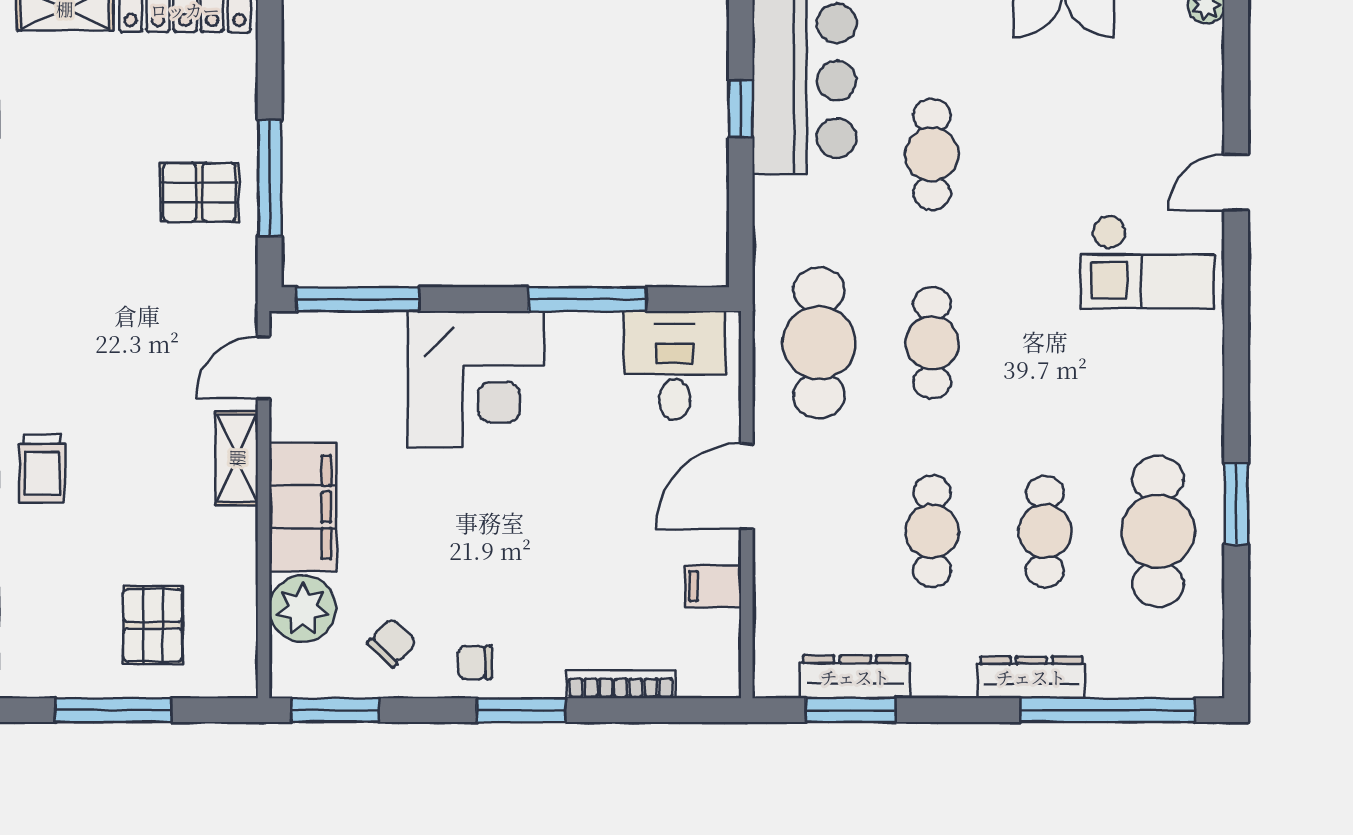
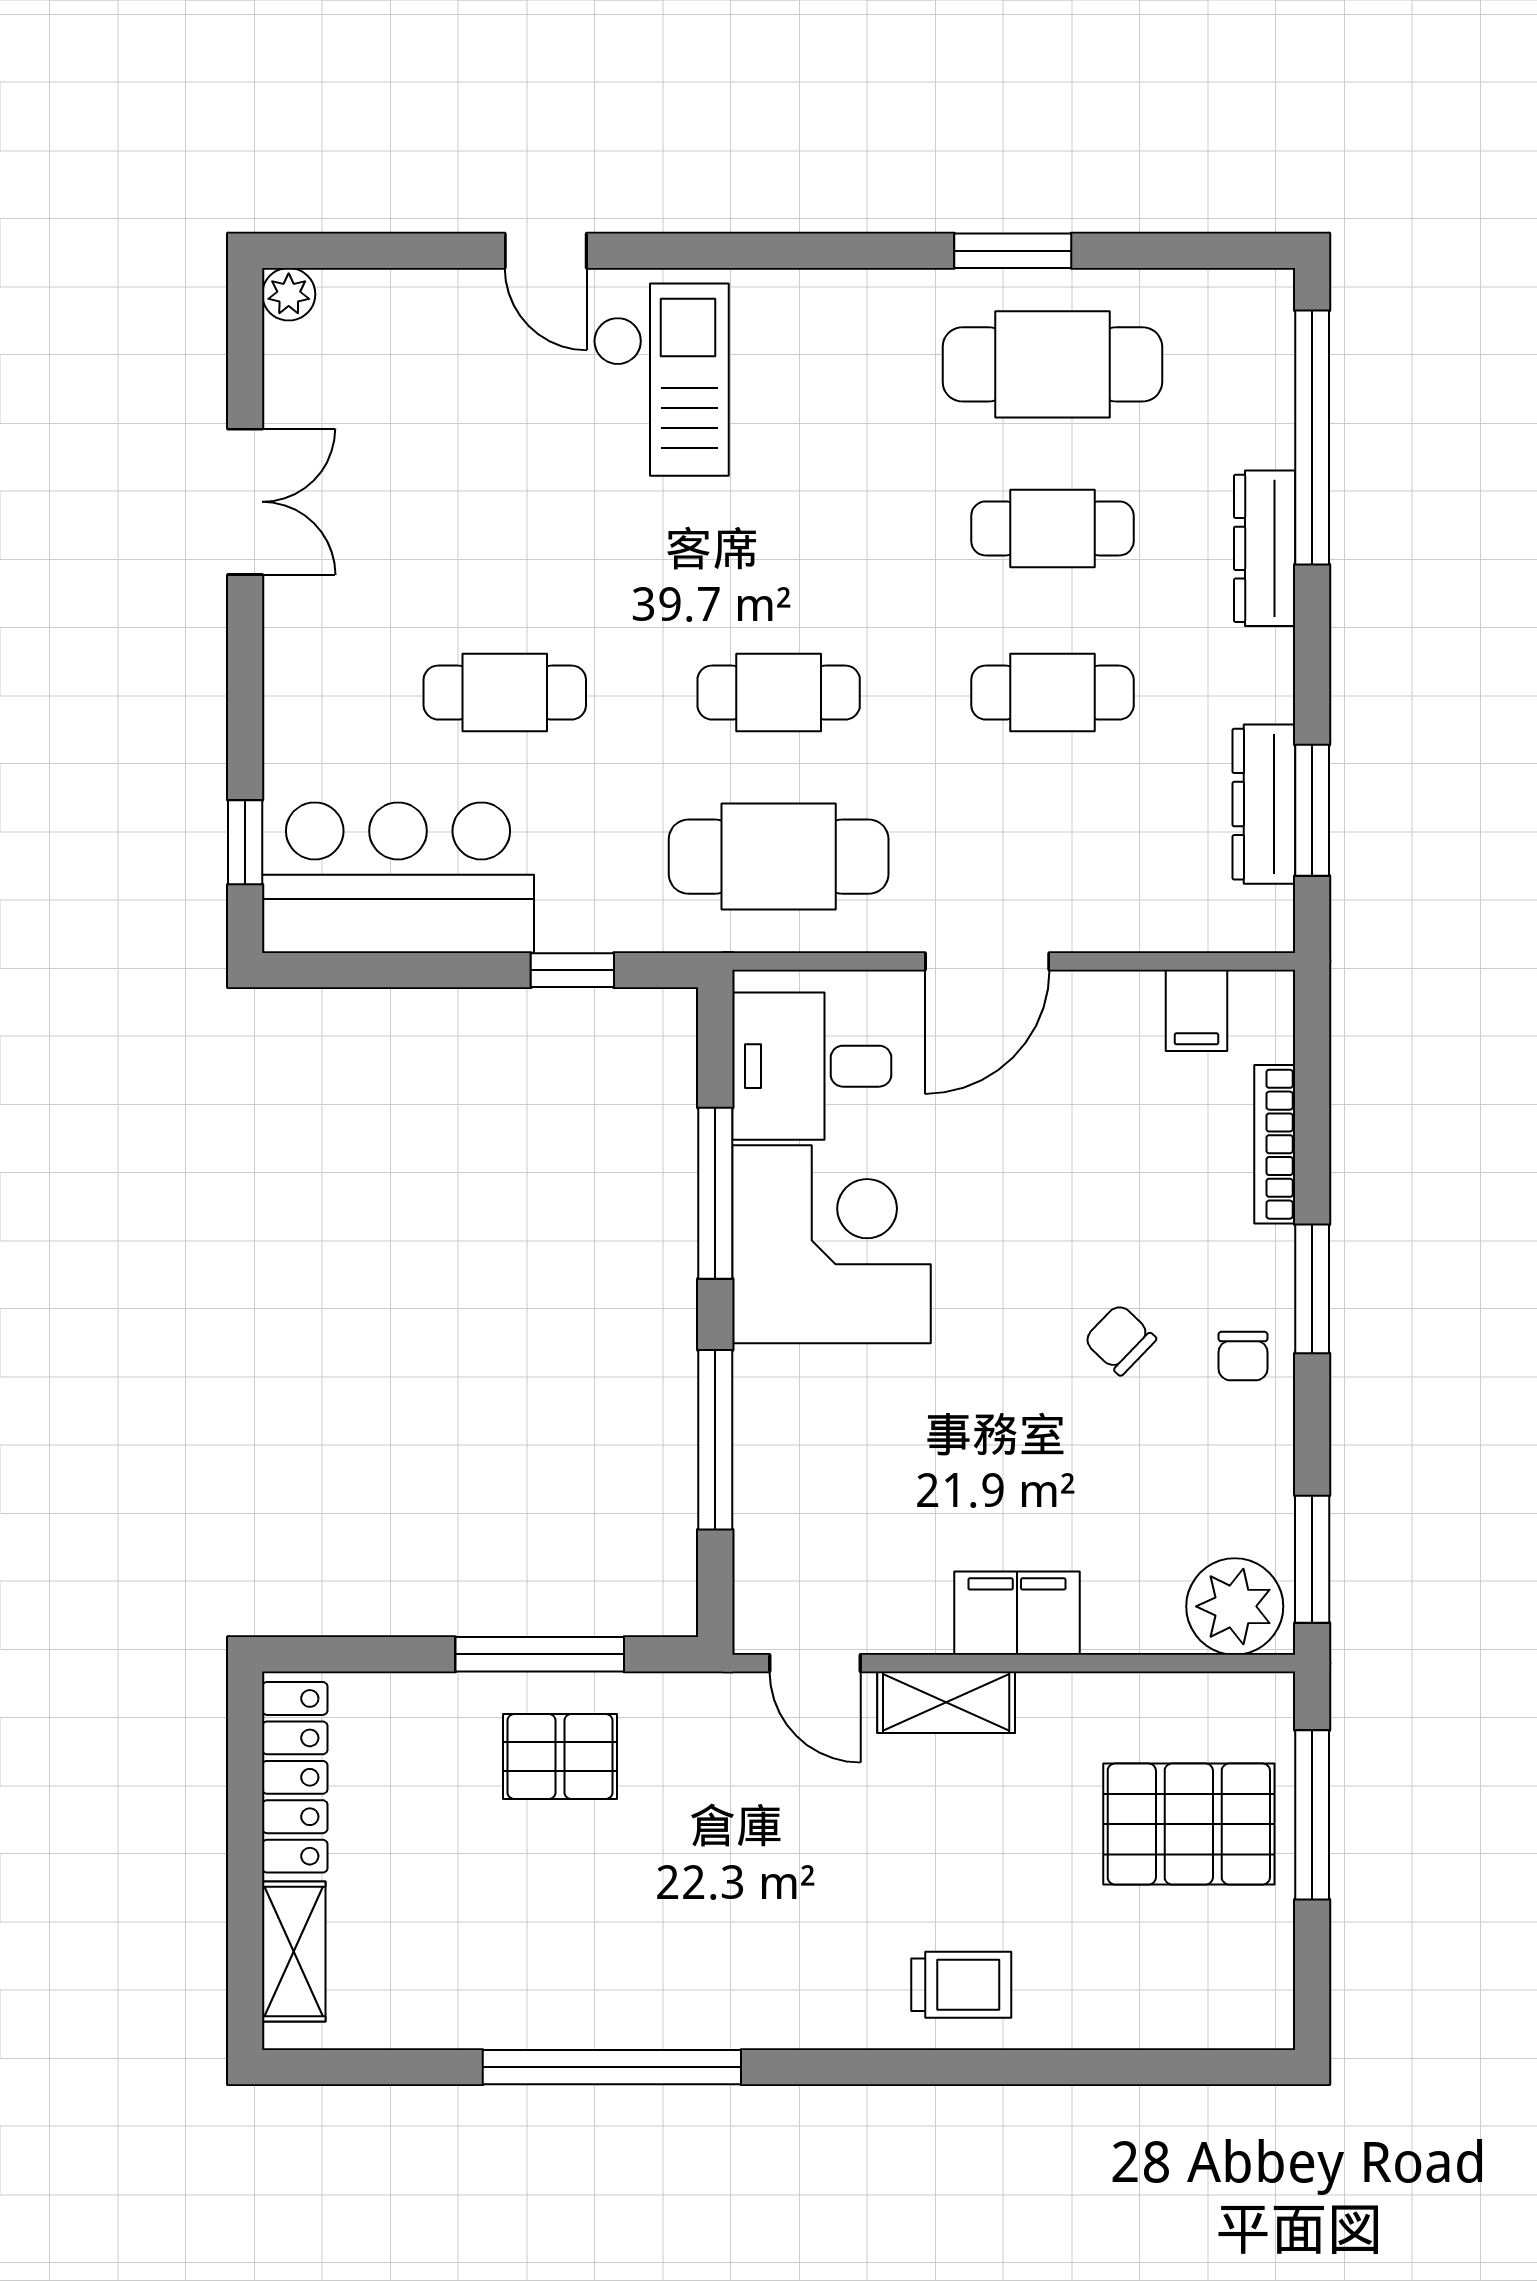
window: (741, 109) -> (572, 970), moved
pallet: (199, 192) -> (560, 1757), turned 90
window: (358, 299) -> (715, 1440), moved
corner desk: (476, 379) -> (831, 1244), moved
door: (747, 486) -> (987, 961), hinge flipped
filing cabinet: (303, 507) -> (1017, 1613), width x0.67, depth x0.86
filing cabinet: (713, 586) -> (1196, 1010), moved
plant: (303, 609) -> (1235, 1606), moved
pallet: (153, 625) -> (1189, 1824), width x1.50, depth x1.42
chair: (392, 642) -> (1120, 1339), moved
window: (113, 710) -> (1312, 1815), moved

